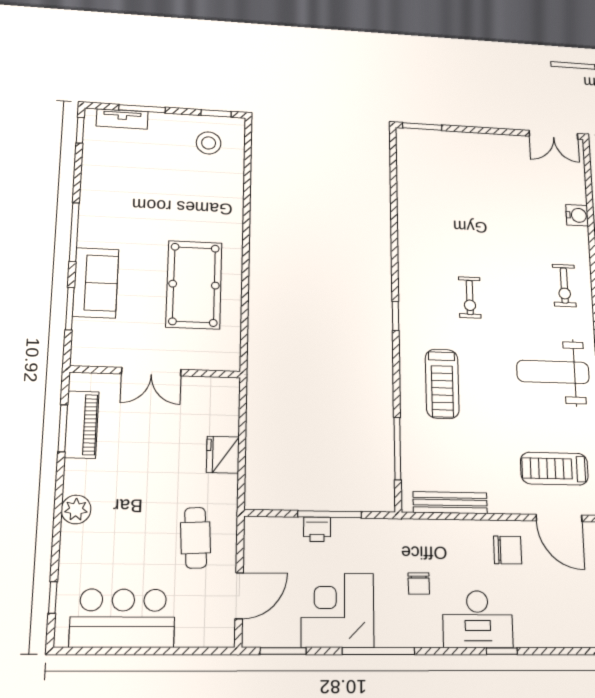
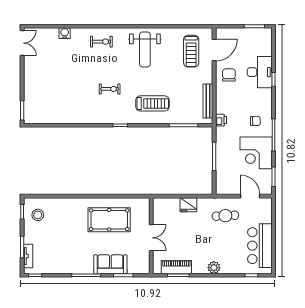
printer: (317, 529) -> (221, 120), moved
chair: (419, 583) -> (255, 121), moved
desk: (478, 619) -> (260, 72), moved

